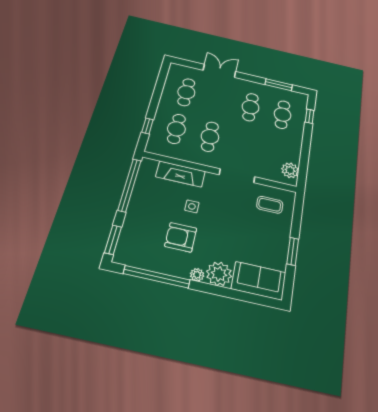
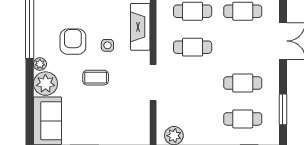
coffee table: (270, 205) -> (96, 78), moved, turned 90

